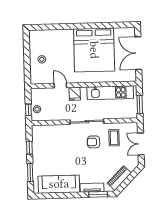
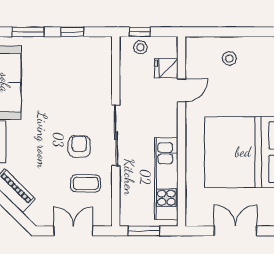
double door: (138, 53) -> (235, 231), width x0.73
fridge: (75, 94) -> (166, 68), moved

